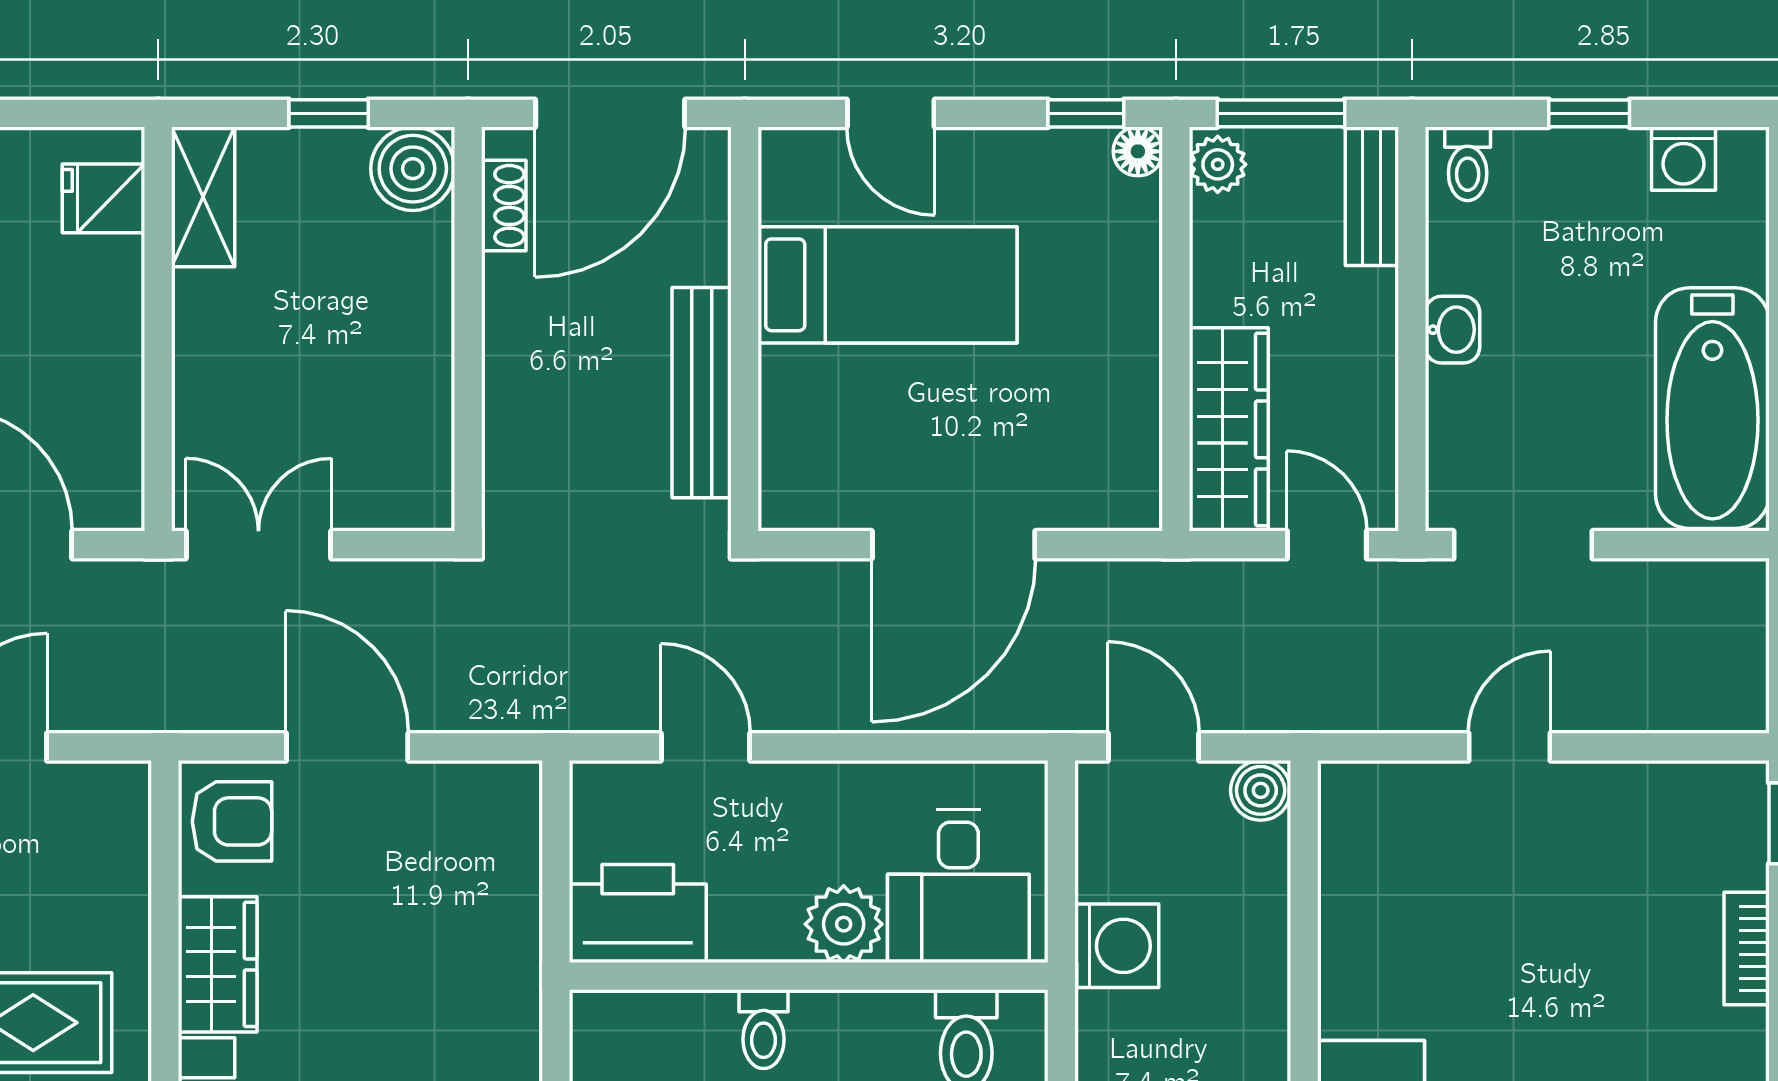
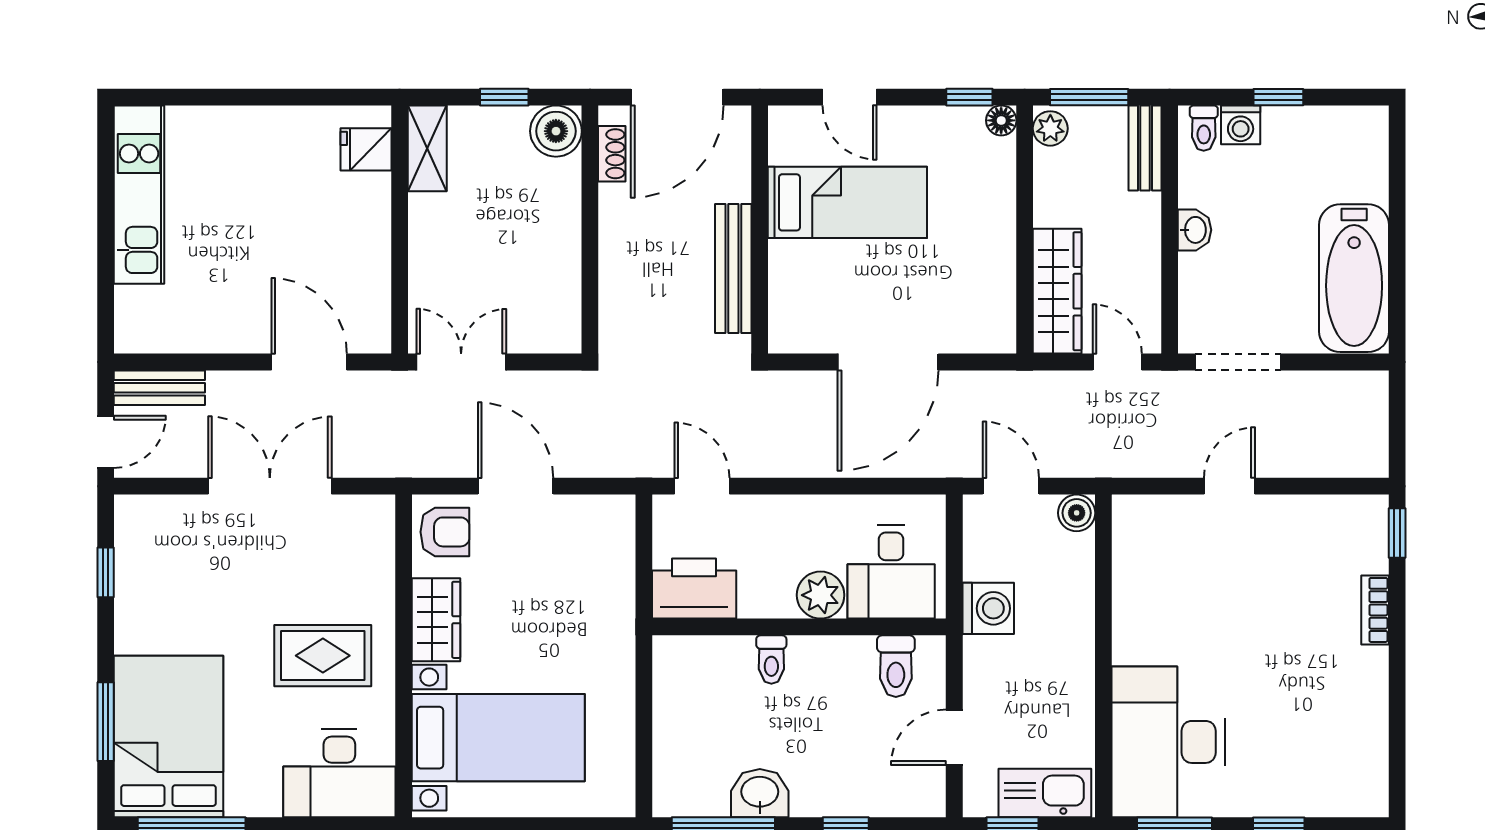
washing machine: (1683, 159) -> (1241, 125), moved
door: (706, 747) -> (702, 486), moved

